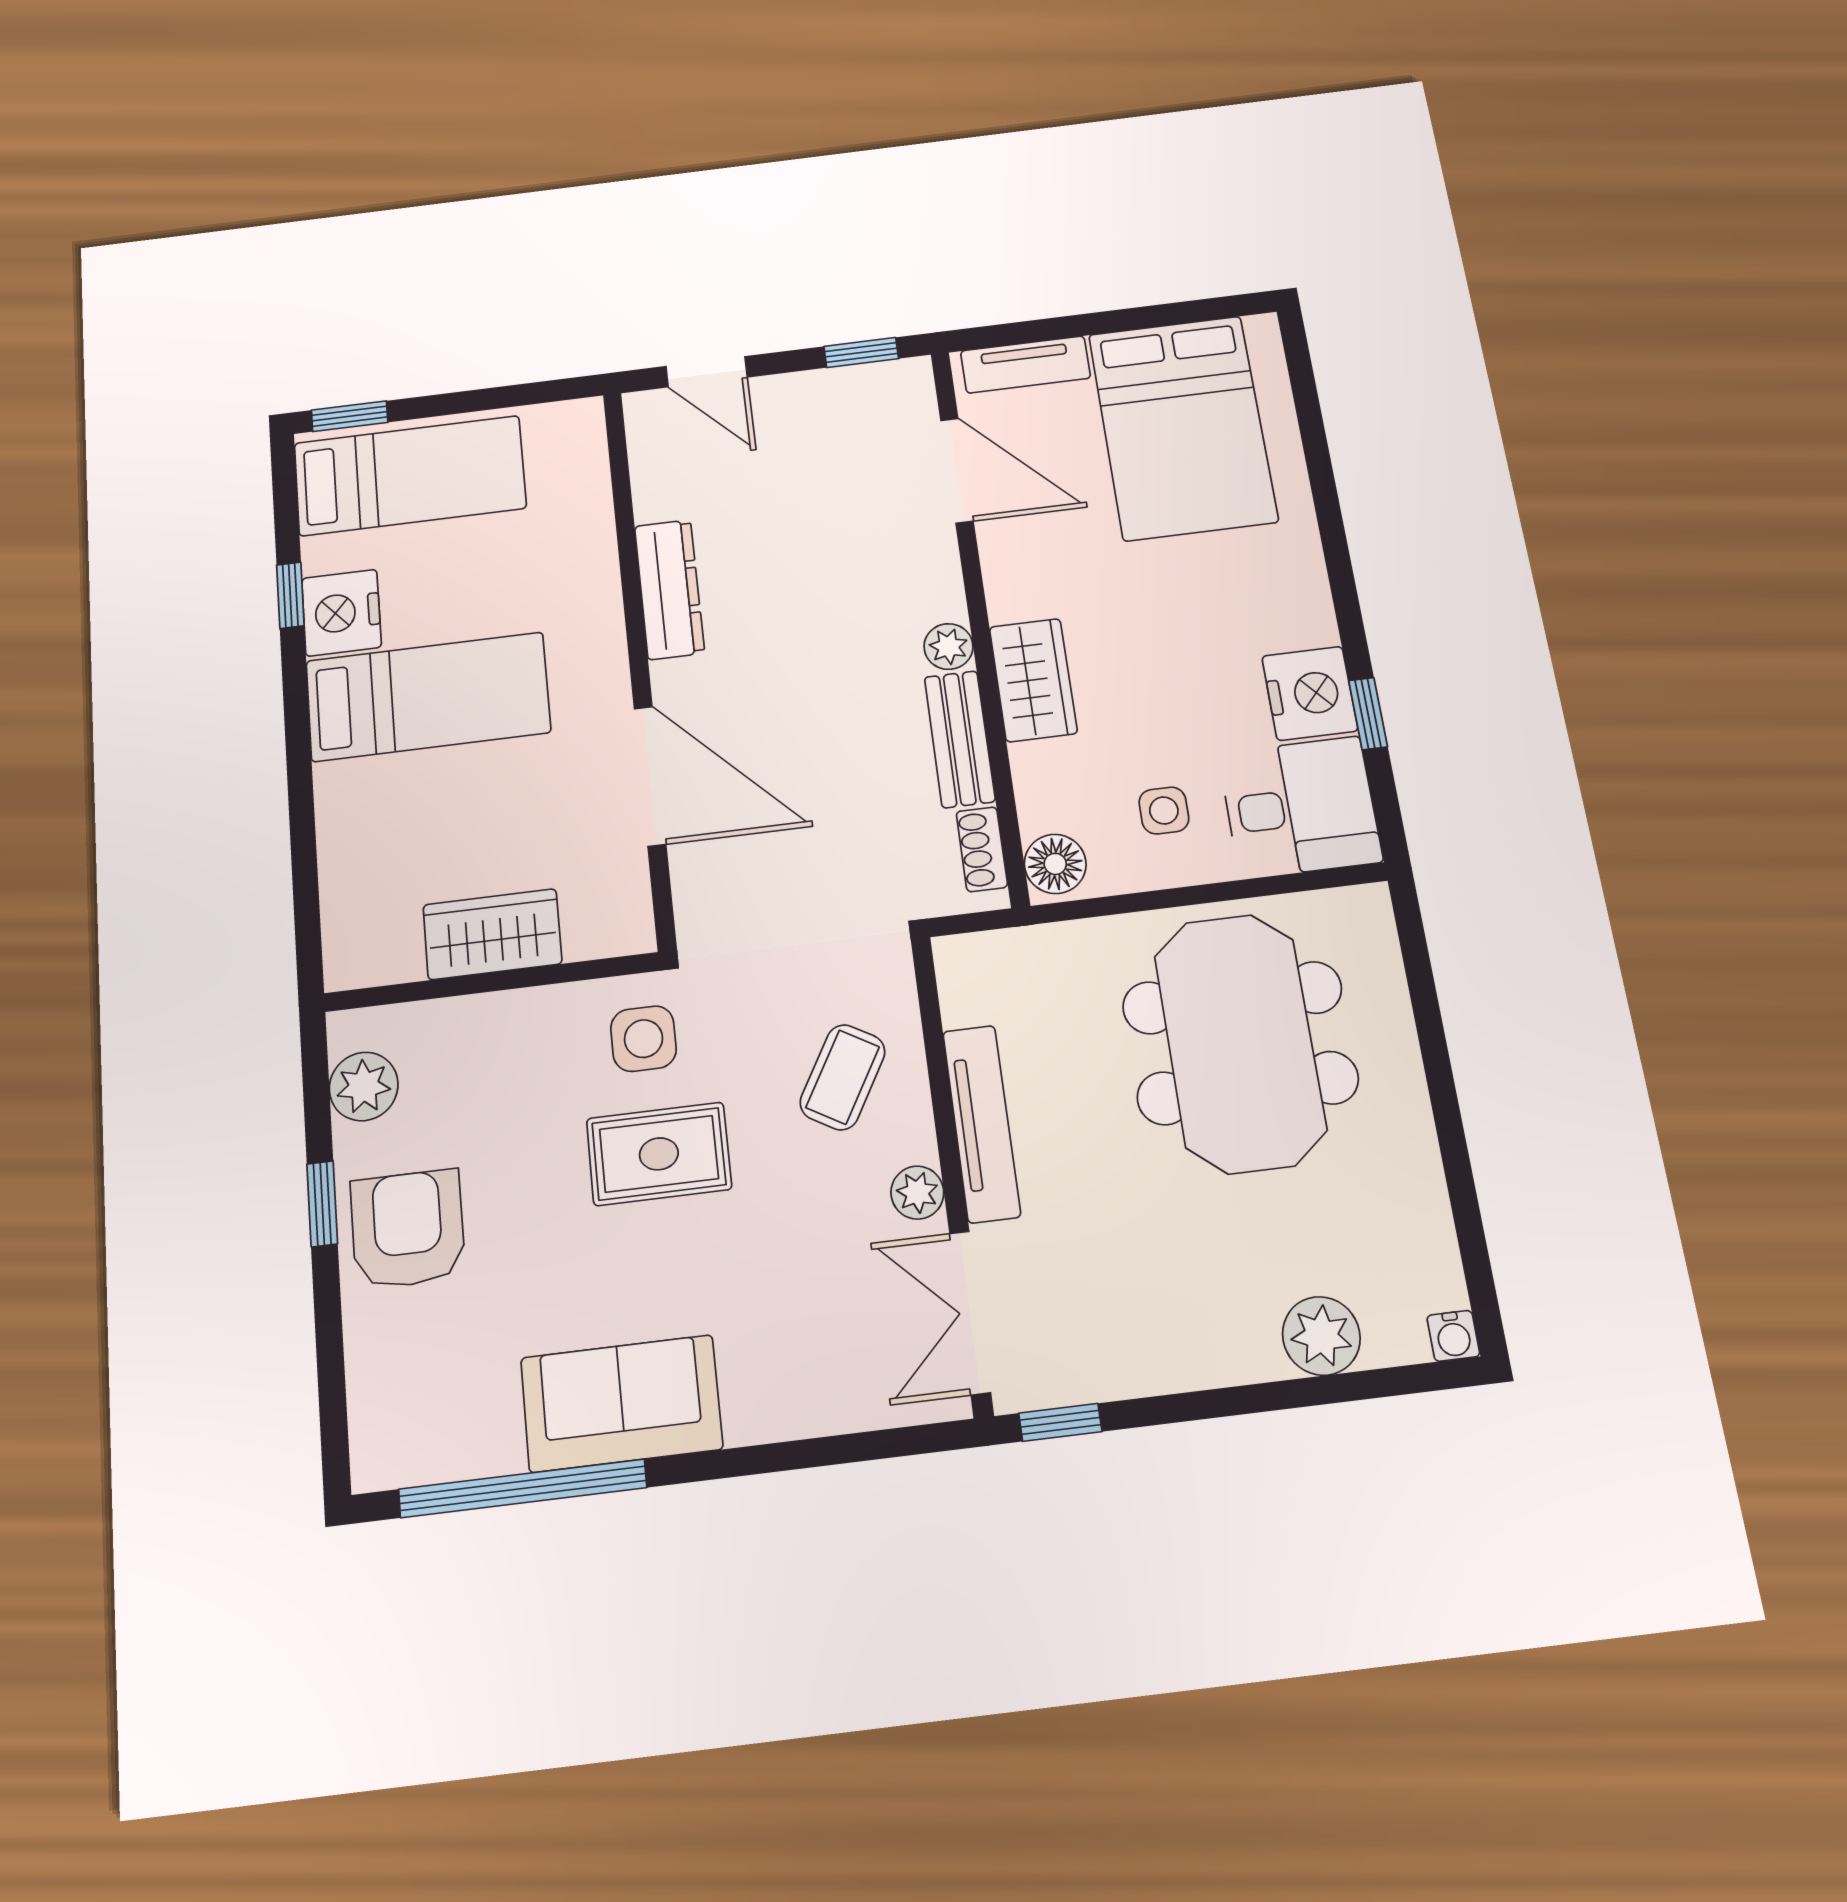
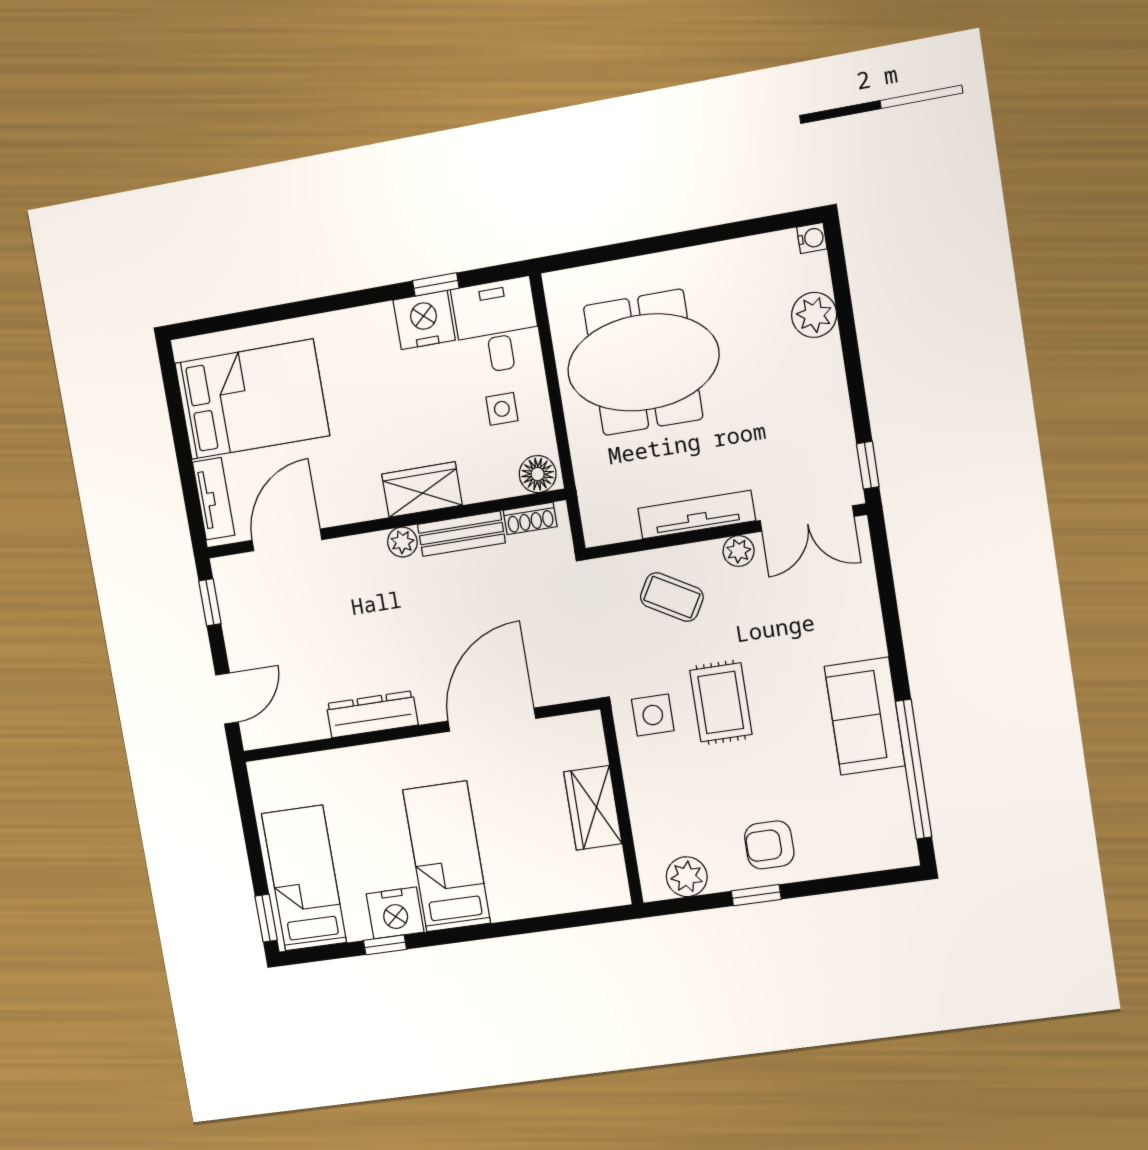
armchair: (408, 1229) -> (769, 845), width x0.72, depth x0.72

